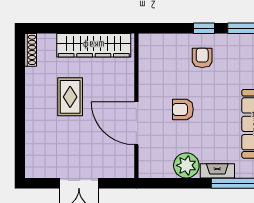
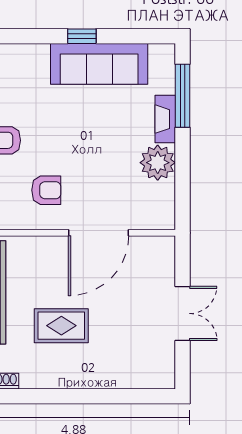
armchair: (183, 109) -> (46, 190), moved, turned -90

